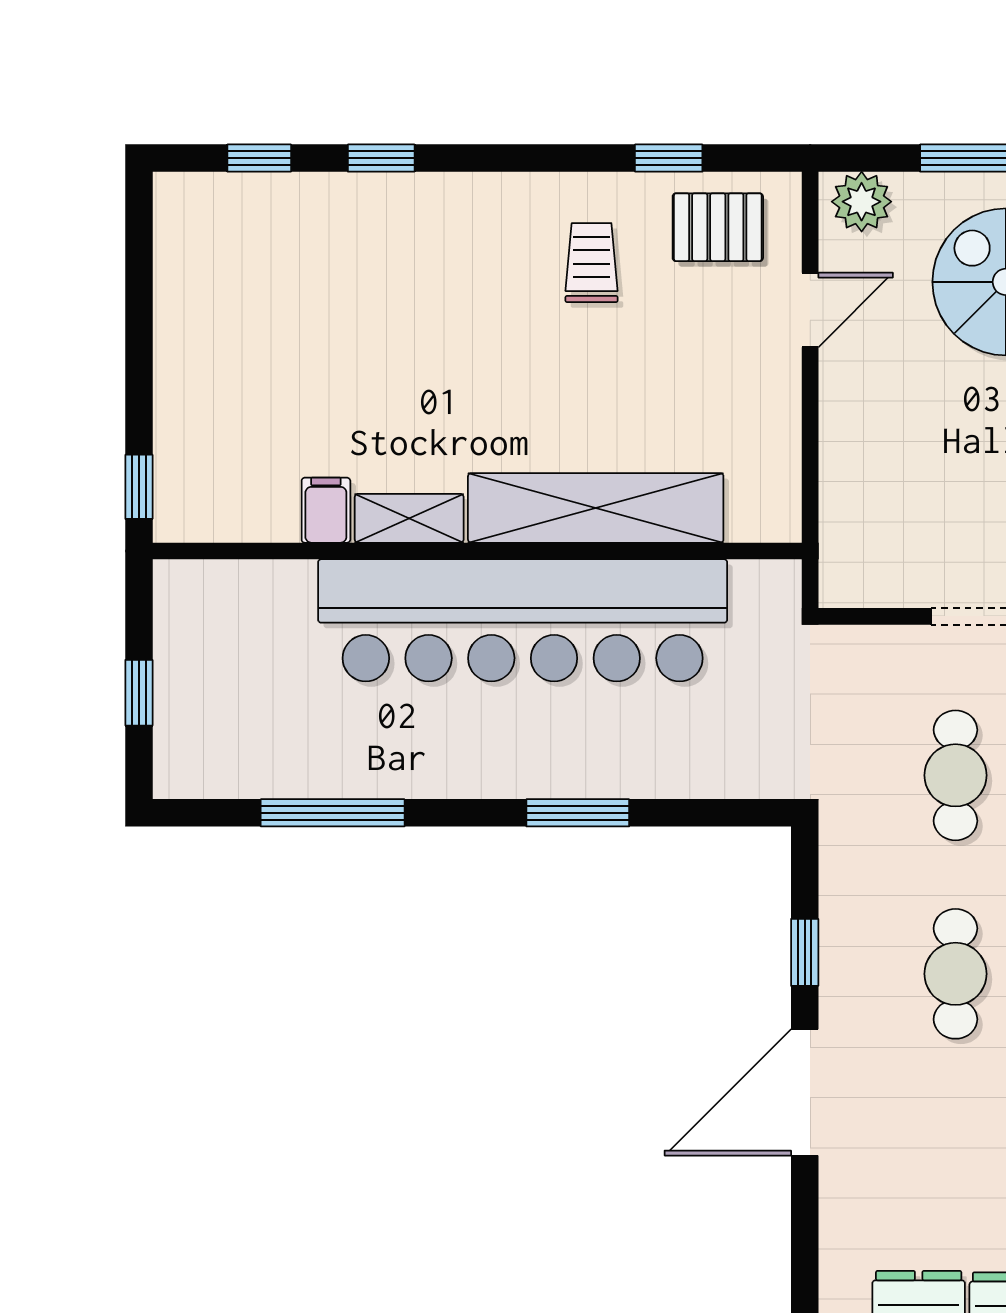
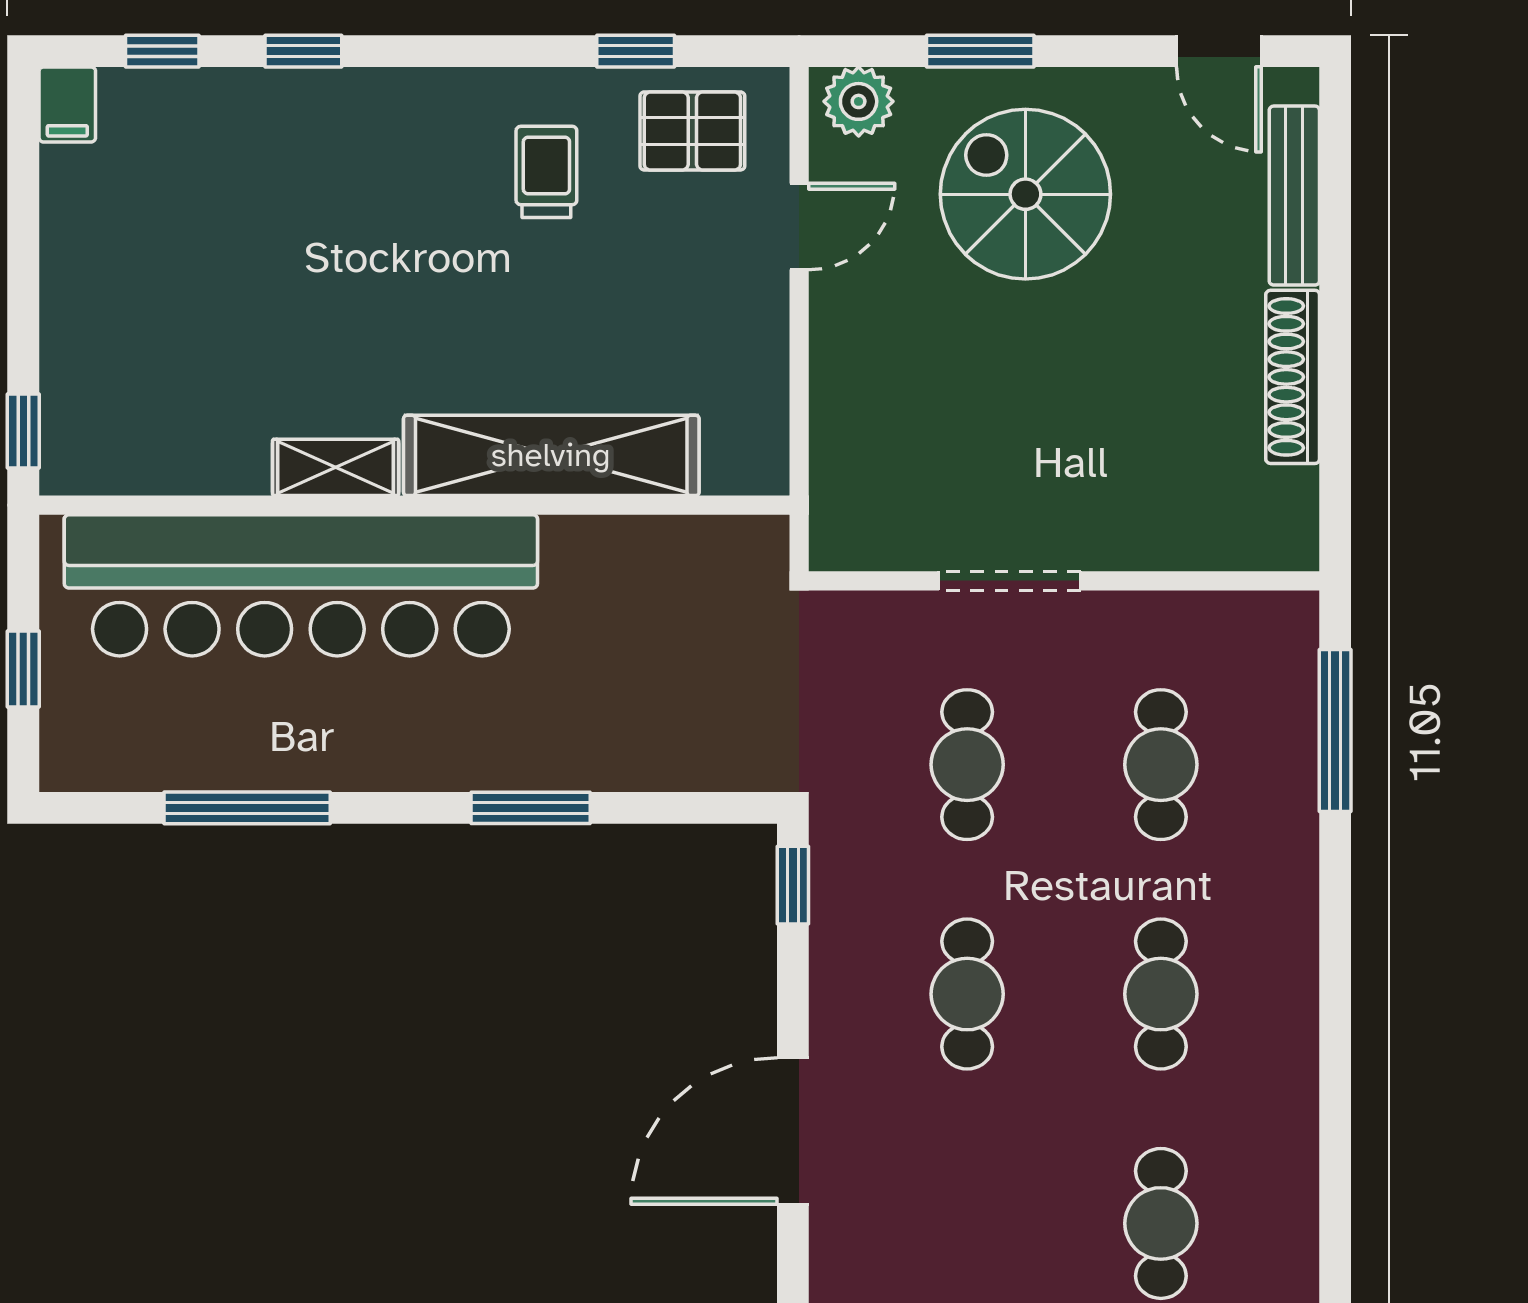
filing cabinet: (326, 510) -> (67, 104), moved, turned 180
bar counter: (523, 620) -> (301, 585), moved
window: (805, 952) -> (793, 885), moved

